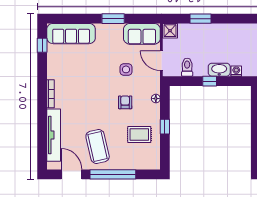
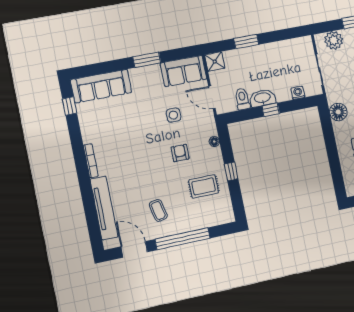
washbasin: (219, 70) -> (262, 98), moved
coffee table: (98, 146) -> (158, 210), width x0.54, depth x0.58

